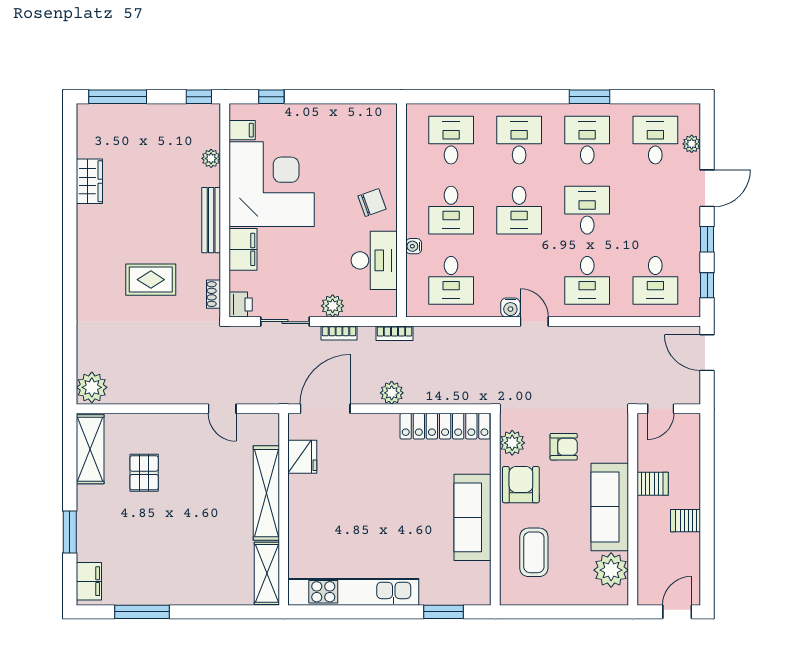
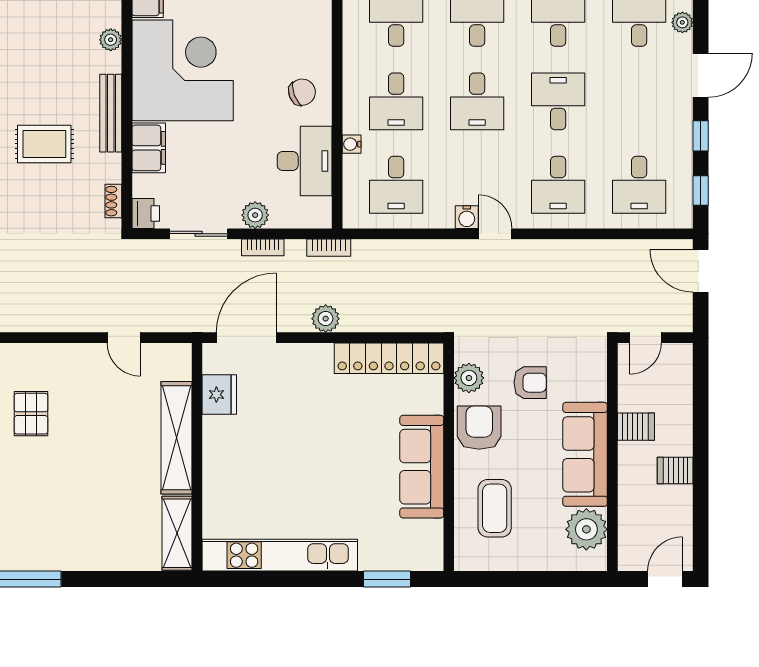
rug: (151, 280) -> (44, 144), moved

